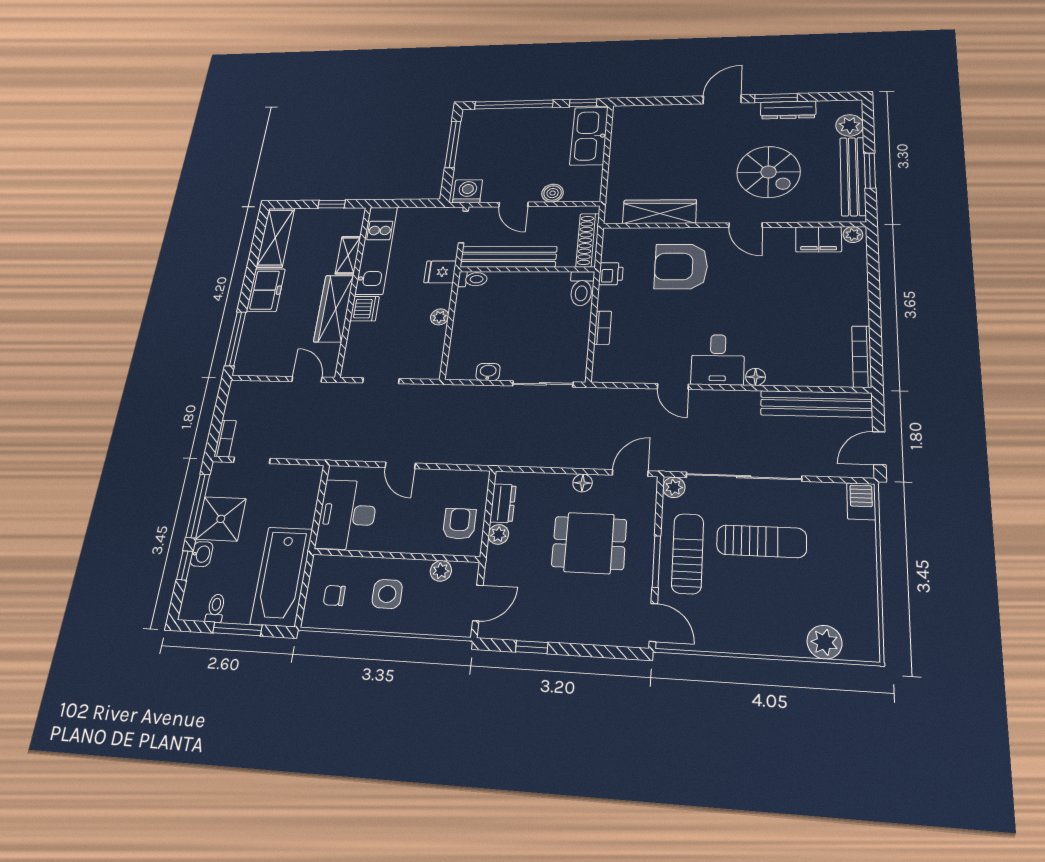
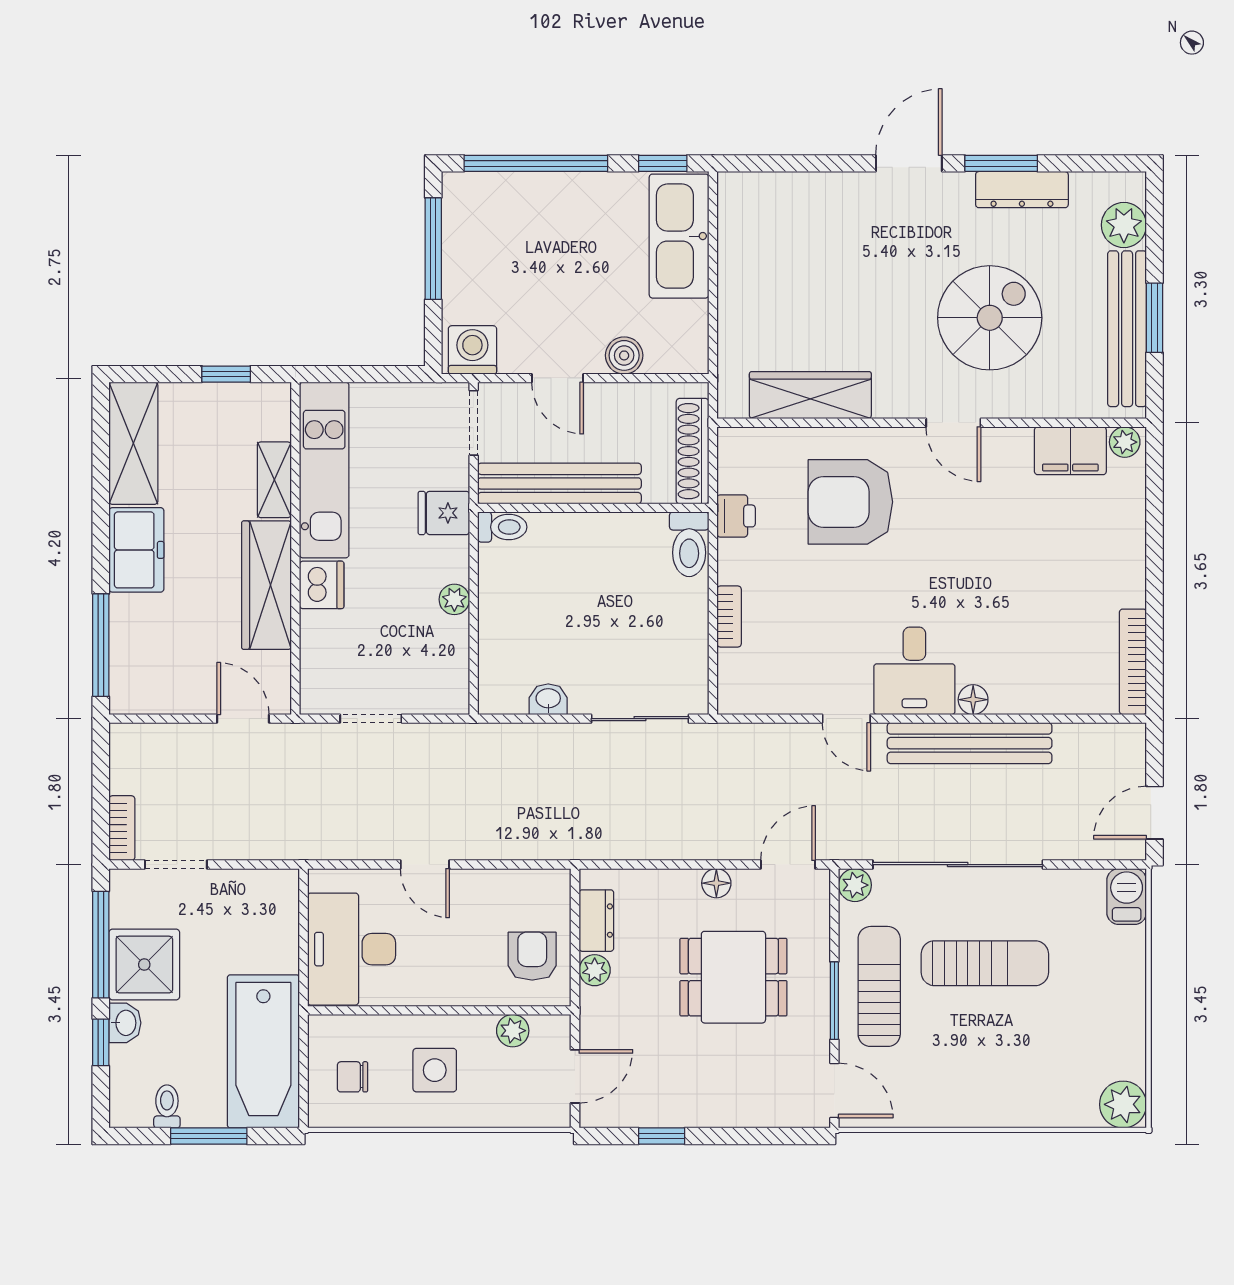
spiral stairs: (768, 172) -> (990, 318), turned -90
bench: (816, 404) -> (970, 743), moved
plant: (824, 642) -> (1123, 1104), moved

